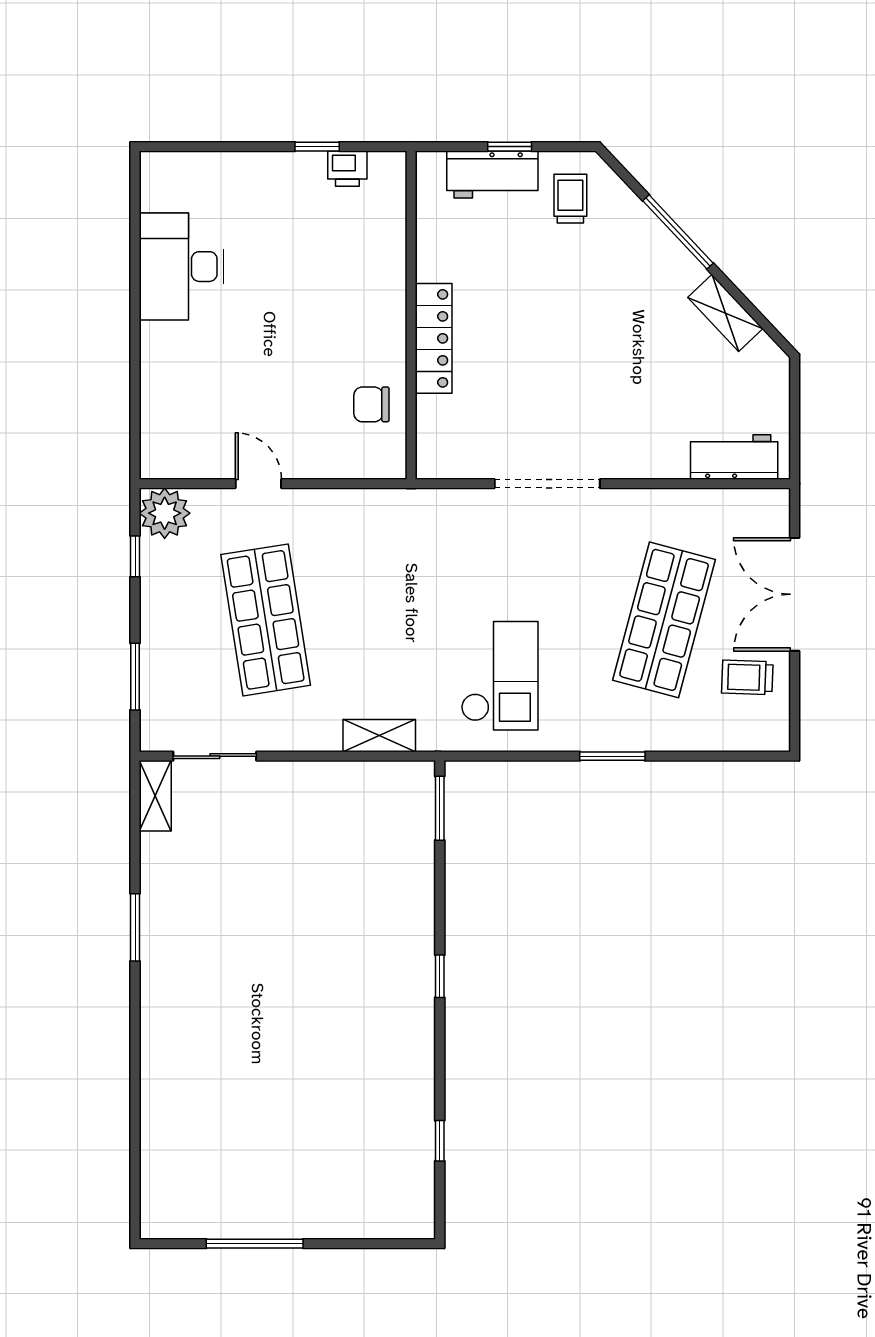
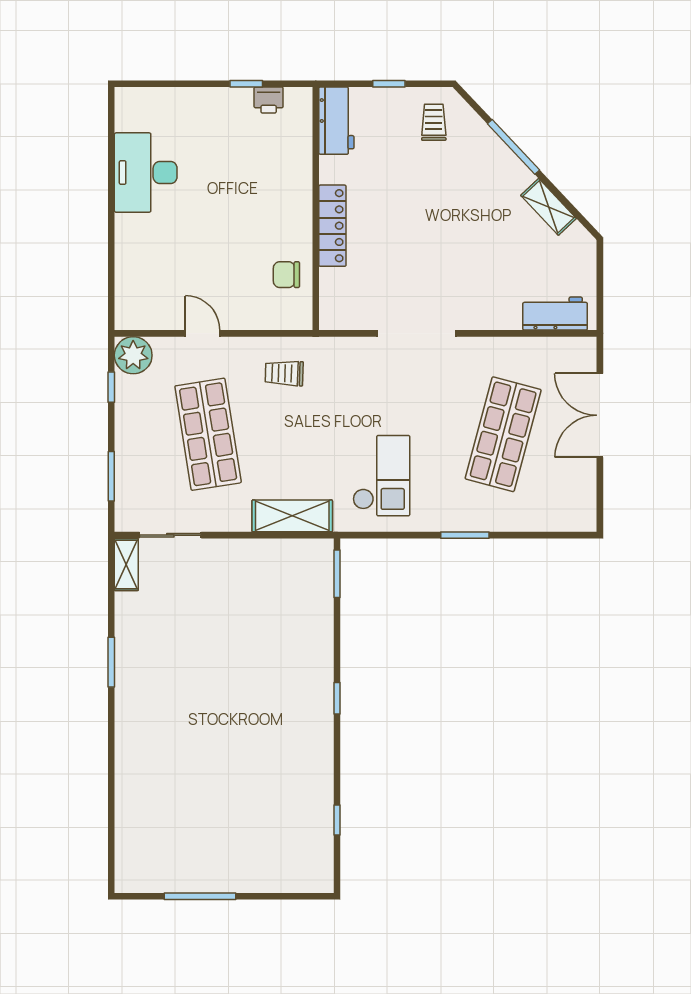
workbench: (492, 175) -> (336, 121), moved, turned -90
trolley: (747, 677) -> (284, 373), moved
shelving: (379, 736) -> (292, 516), width x1.50, depth x1.33

